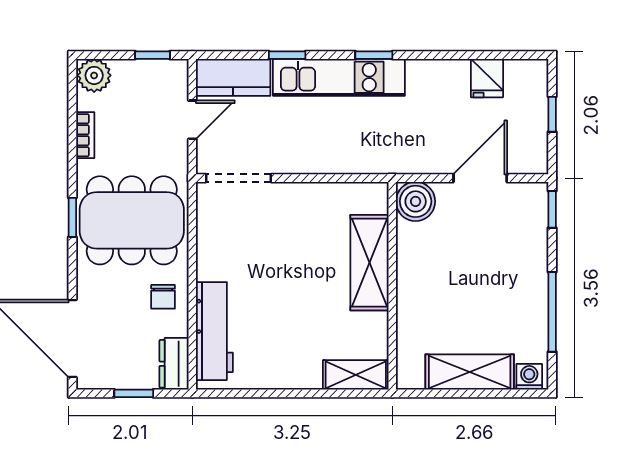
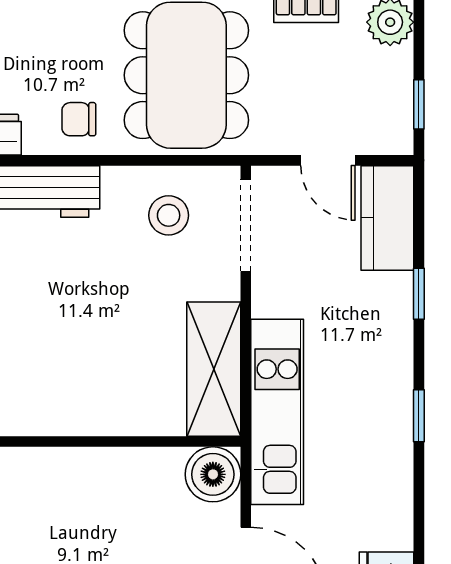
kitchen unit: (339, 77) -> (277, 412), moved, turned 180
stool: (231, 233) -> (169, 215), added
shelving: (369, 263) -> (214, 369), moved, turned 90

